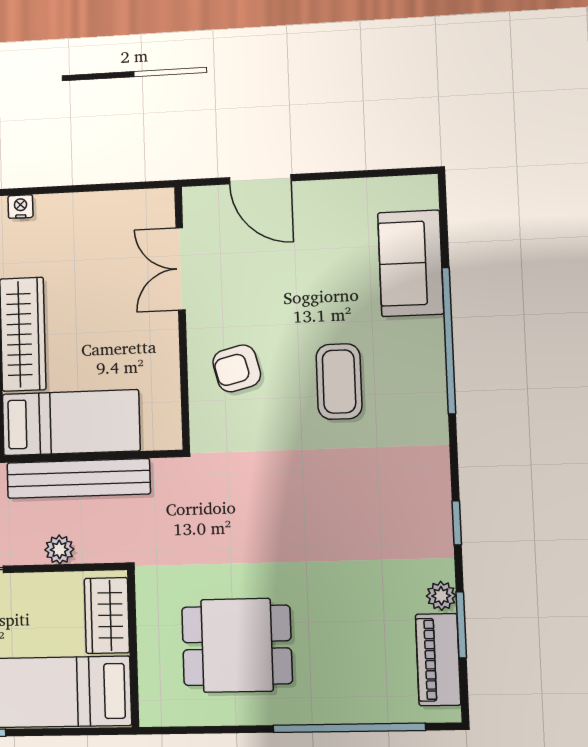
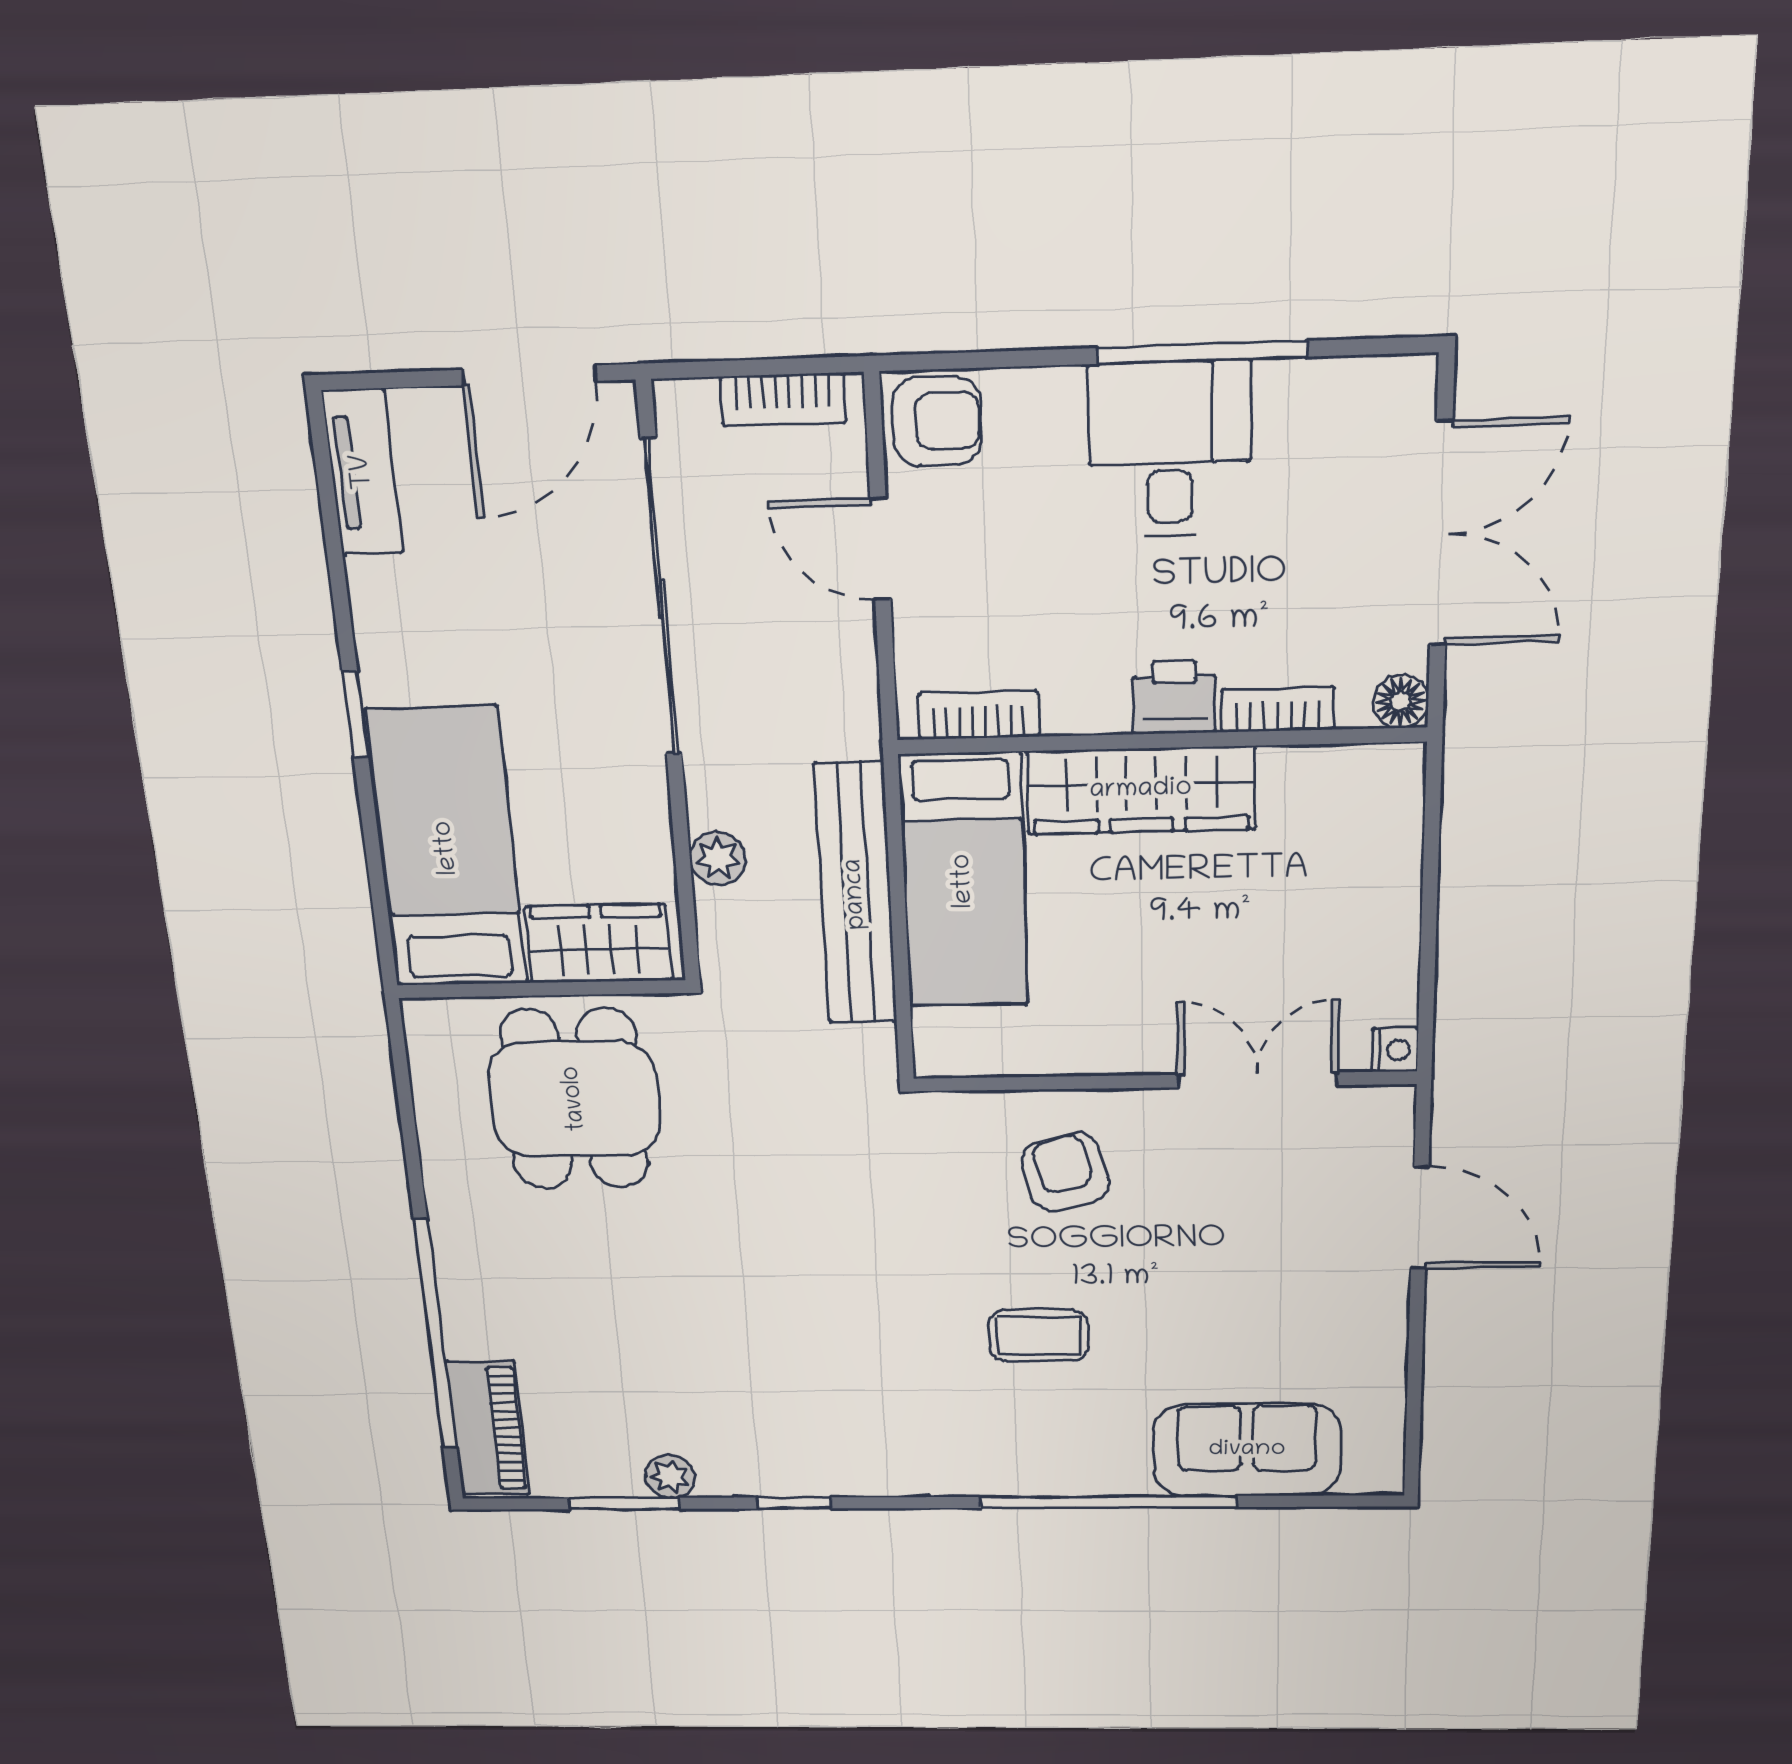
door: (260, 179) -> (1420, 1218), swing flipped
nightstand: (21, 207) -> (1395, 1050), moved
coffee table: (339, 381) -> (1039, 1335), width x0.73, depth x0.77
dining table: (237, 645) -> (575, 1099), moved
piano: (438, 660) -> (488, 1428), moved, turned 90

